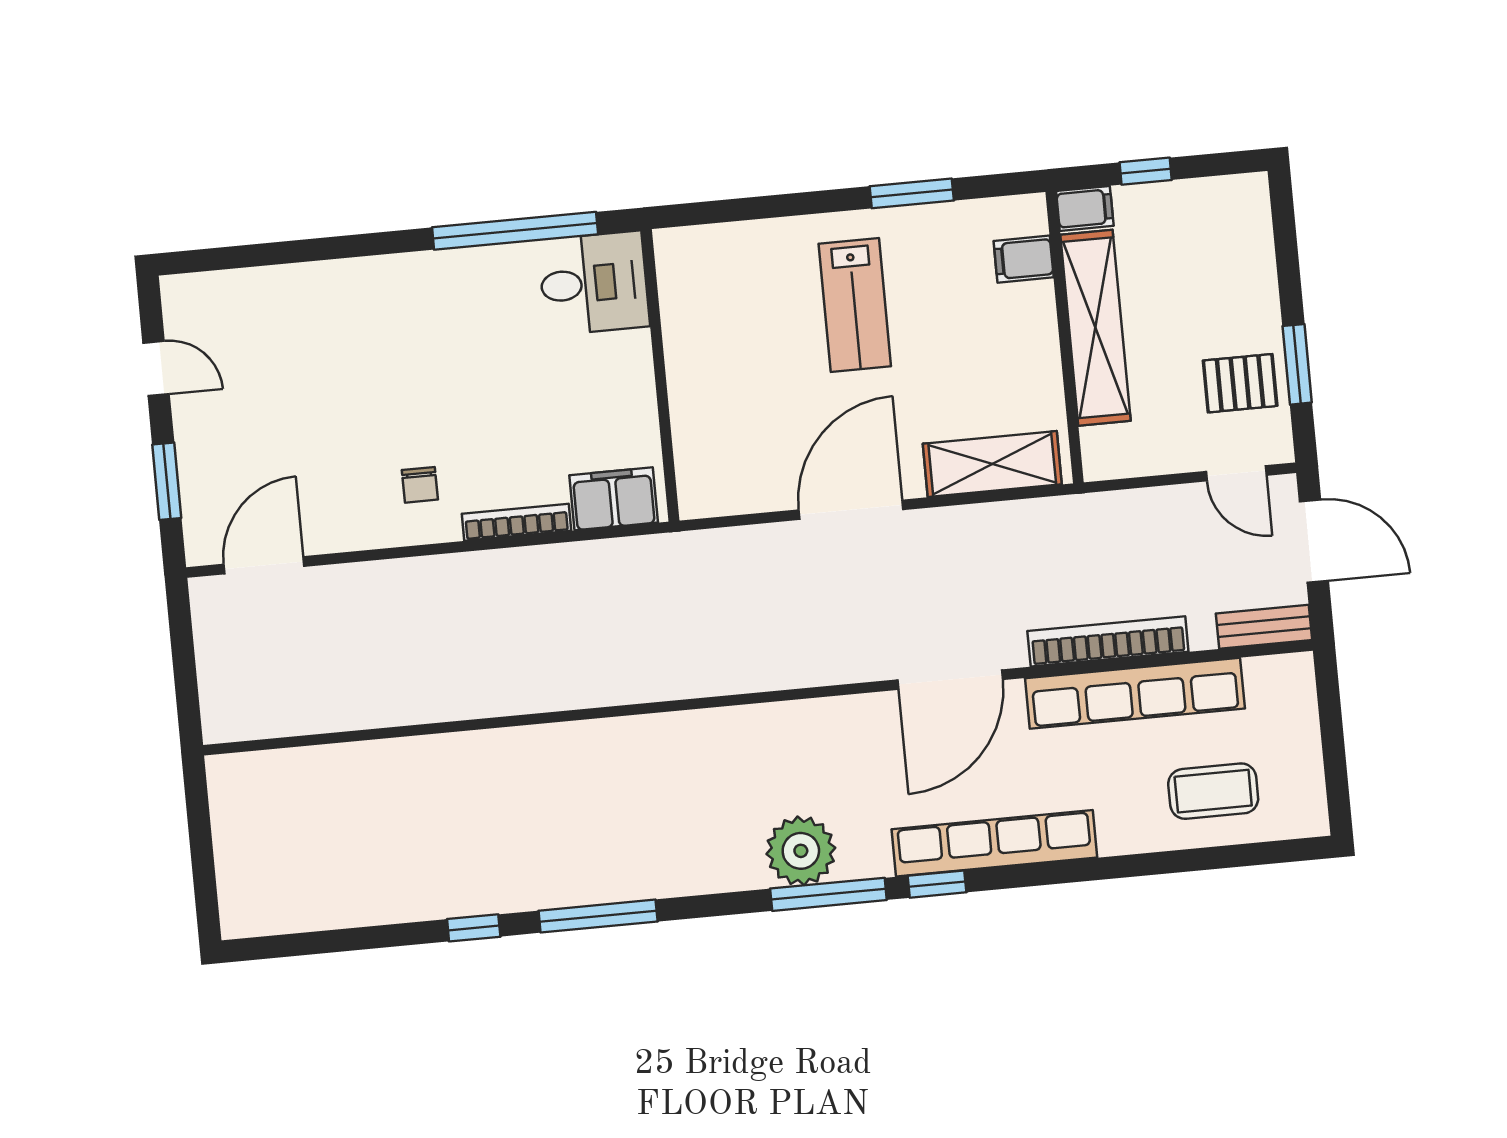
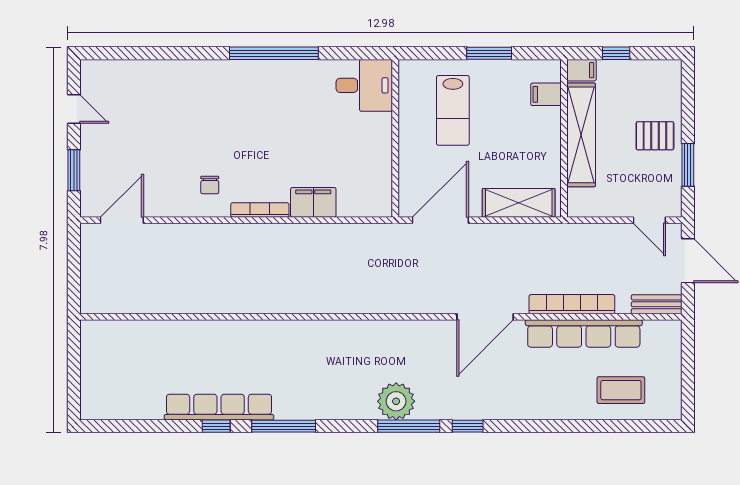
desk: (594, 283) -> (364, 85), moved
wall: (660, 375) -> (395, 138), moved
pallet: (1240, 383) -> (655, 136), moved
row of seats: (994, 843) -> (219, 407), moved

